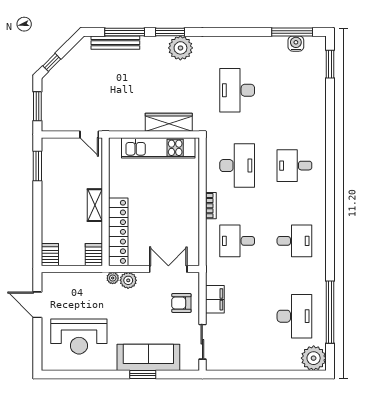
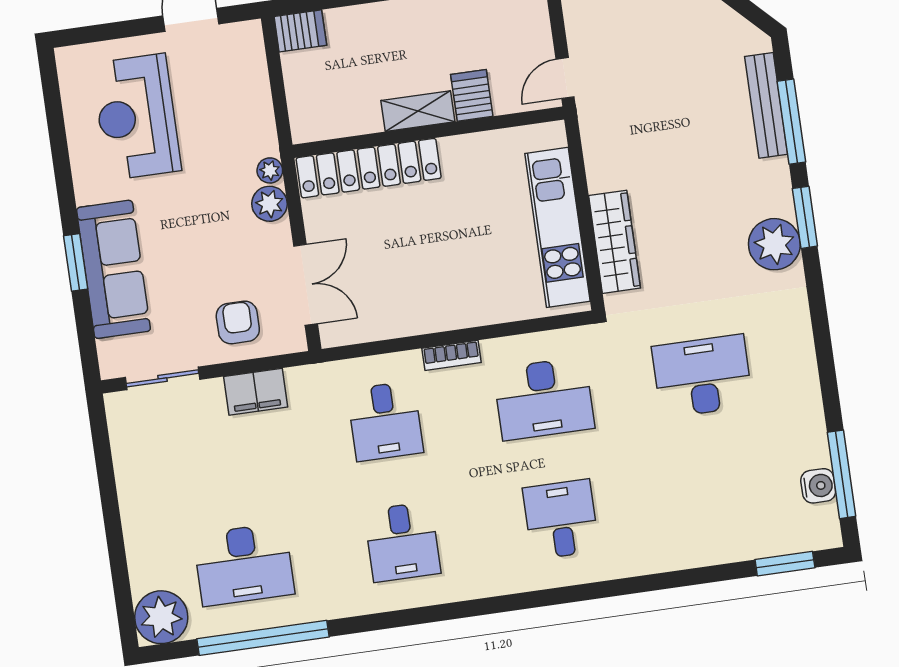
desk: (237, 241) -> (385, 421), turned 180
server rack: (94, 255) -> (472, 95), moved, turned -90

